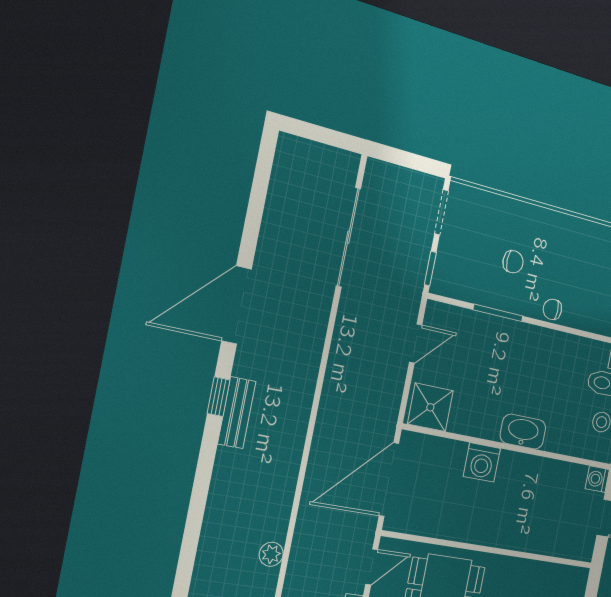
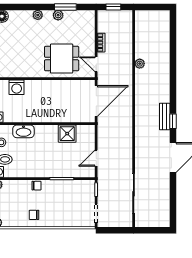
chair: (513, 262) -> (34, 215), moved
shower: (430, 407) -> (67, 134), moved
washbasin: (523, 432) -> (23, 131), moved
washing machine: (482, 462) -> (17, 87), moved, turned 180
door: (372, 567) -> (96, 64), hinge flipped

